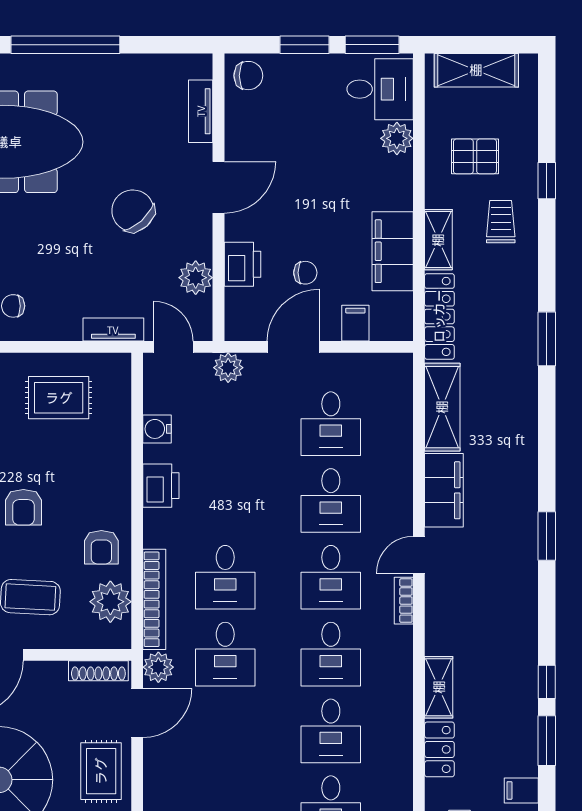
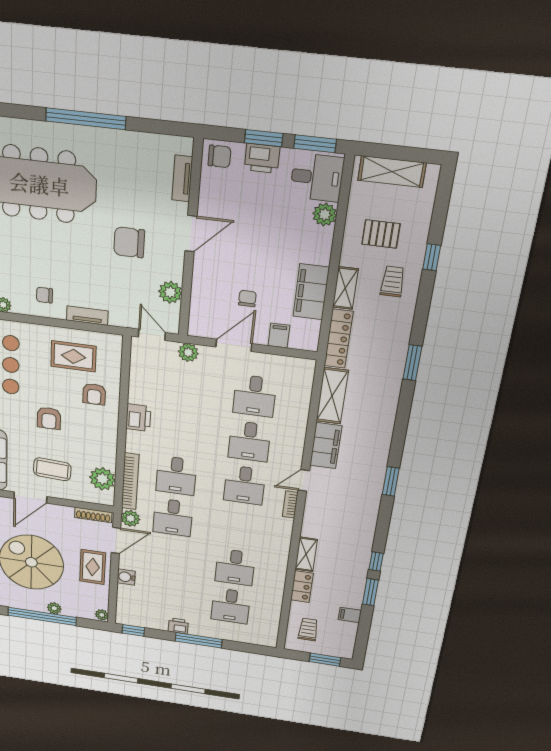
chair: (133, 211) -> (129, 242), turned -48
printer: (242, 264) -> (262, 158), moved, turned 90
chair: (305, 273) -> (247, 299), turned -90
tv unit: (113, 330) -> (87, 316), moved
water cooler: (157, 429) -> (126, 577), moved
armchair: (101, 547) -> (94, 394), moved
desk: (331, 654) -> (240, 527), removed

